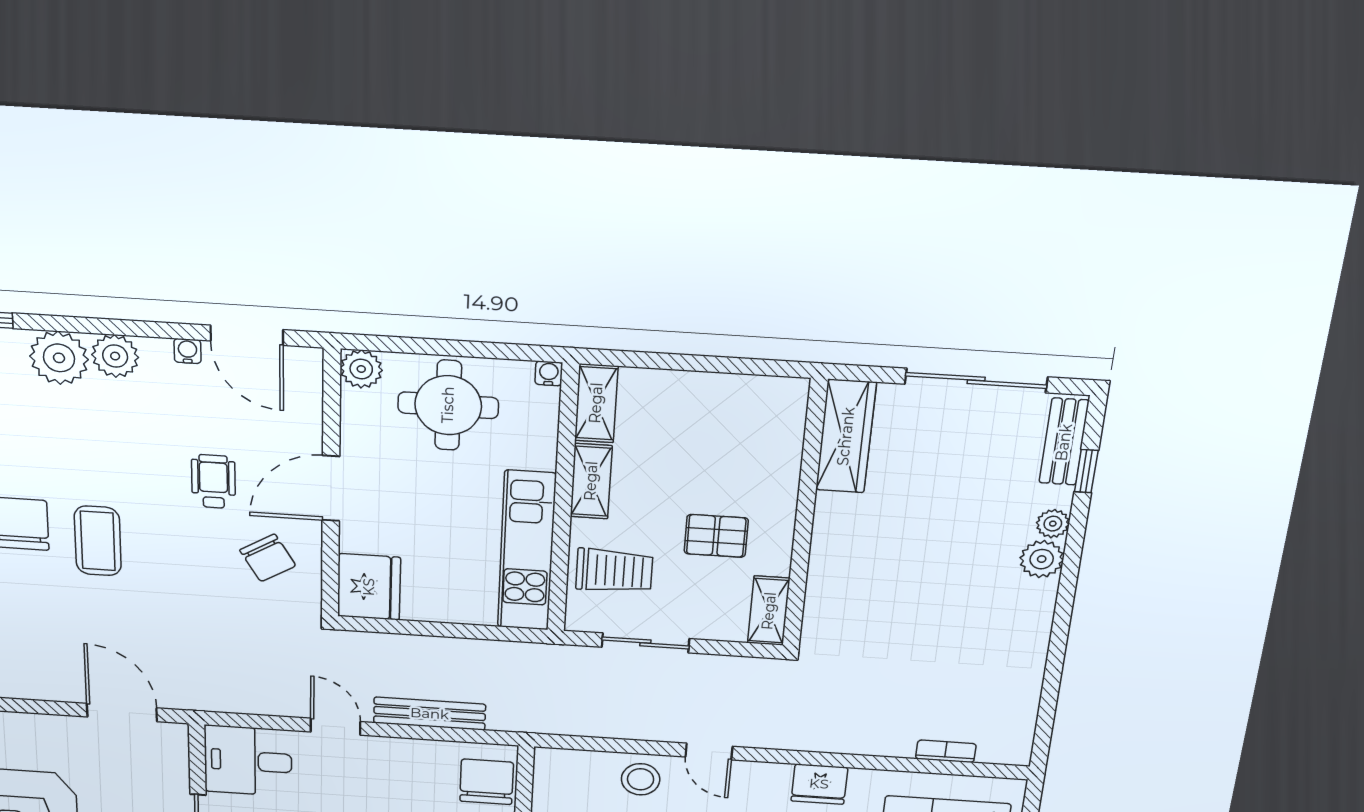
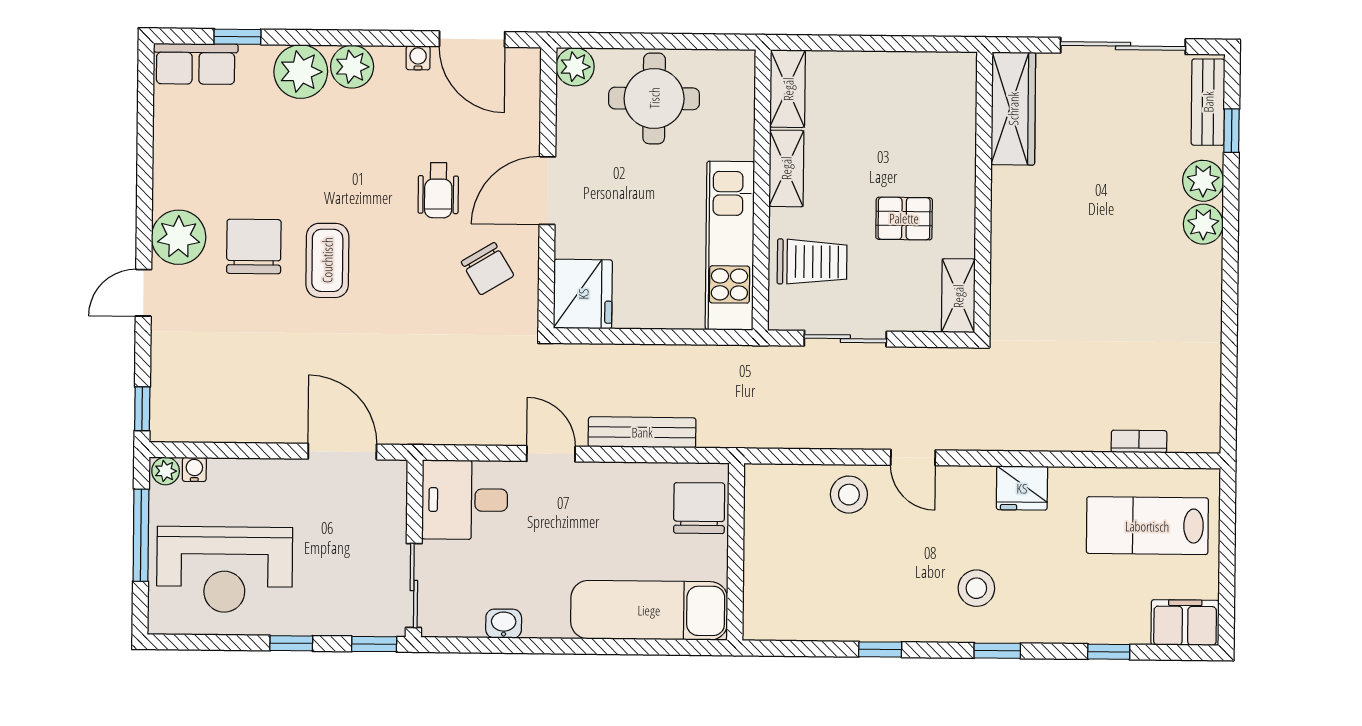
water cooler: (549, 373) -> (744, 61), removed
wheelchair: (213, 481) -> (438, 190), turned 180
plant: (1053, 524) -> (1203, 181), width x1.38, depth x1.38

